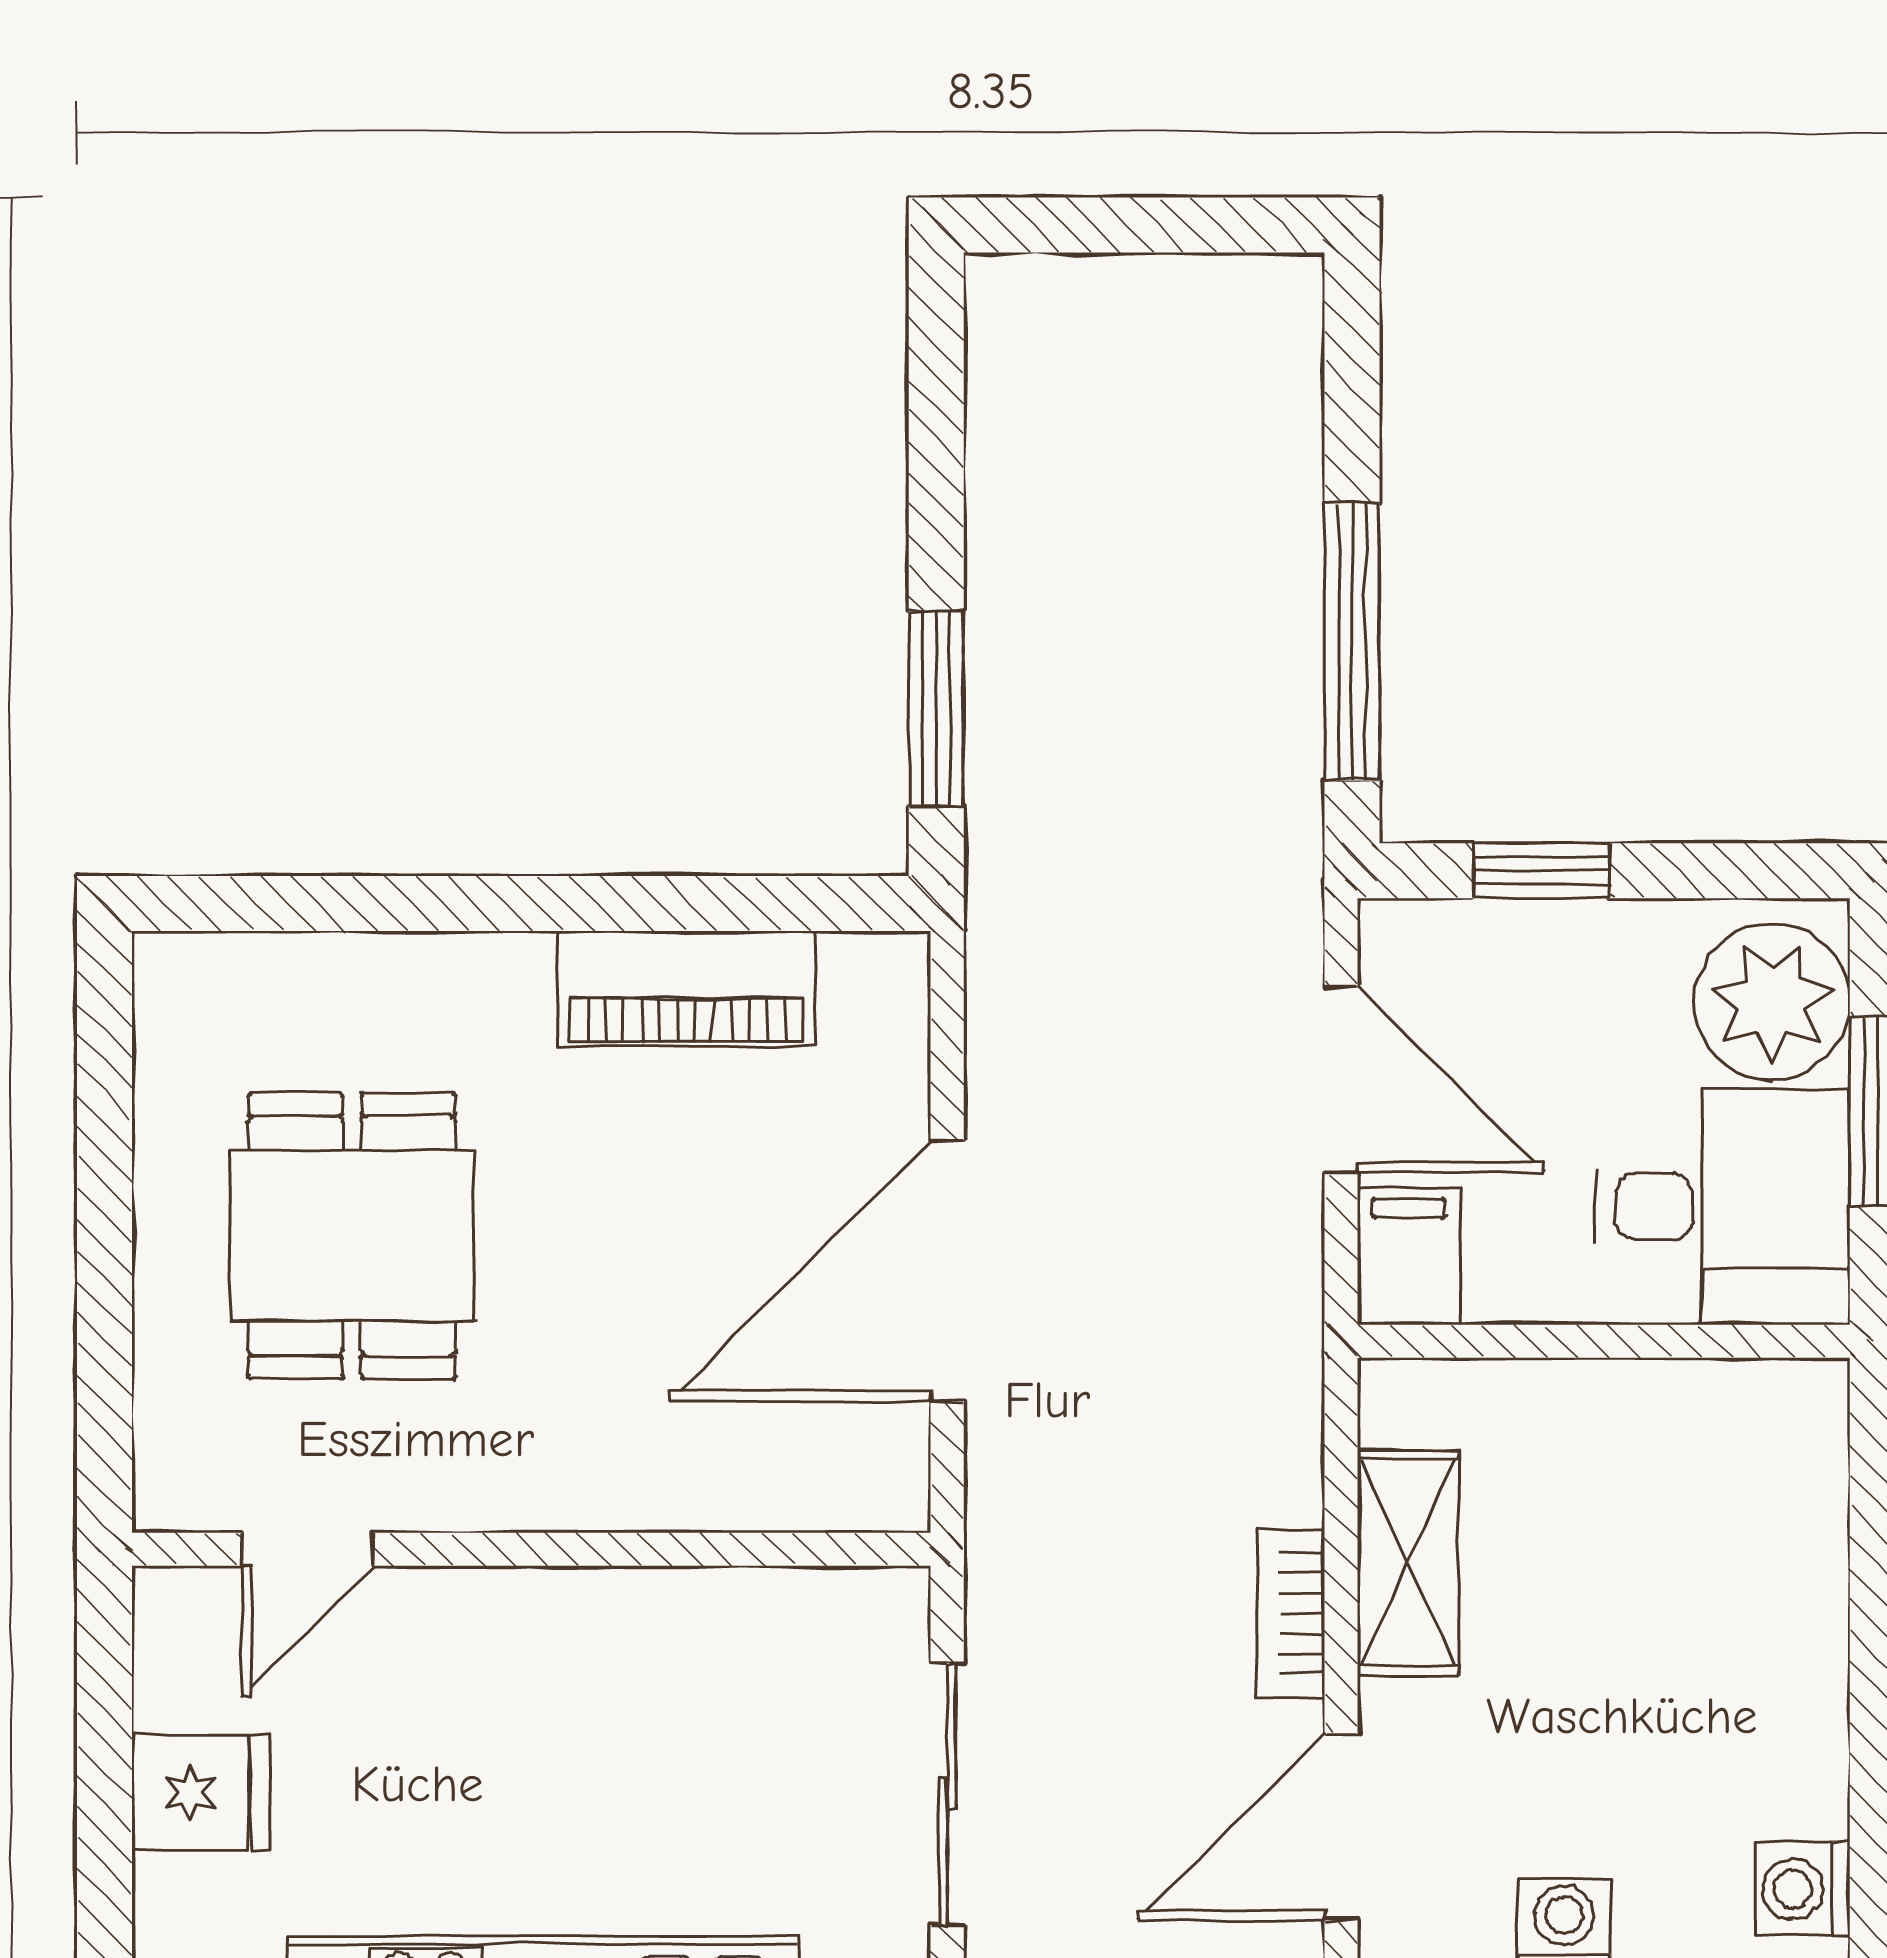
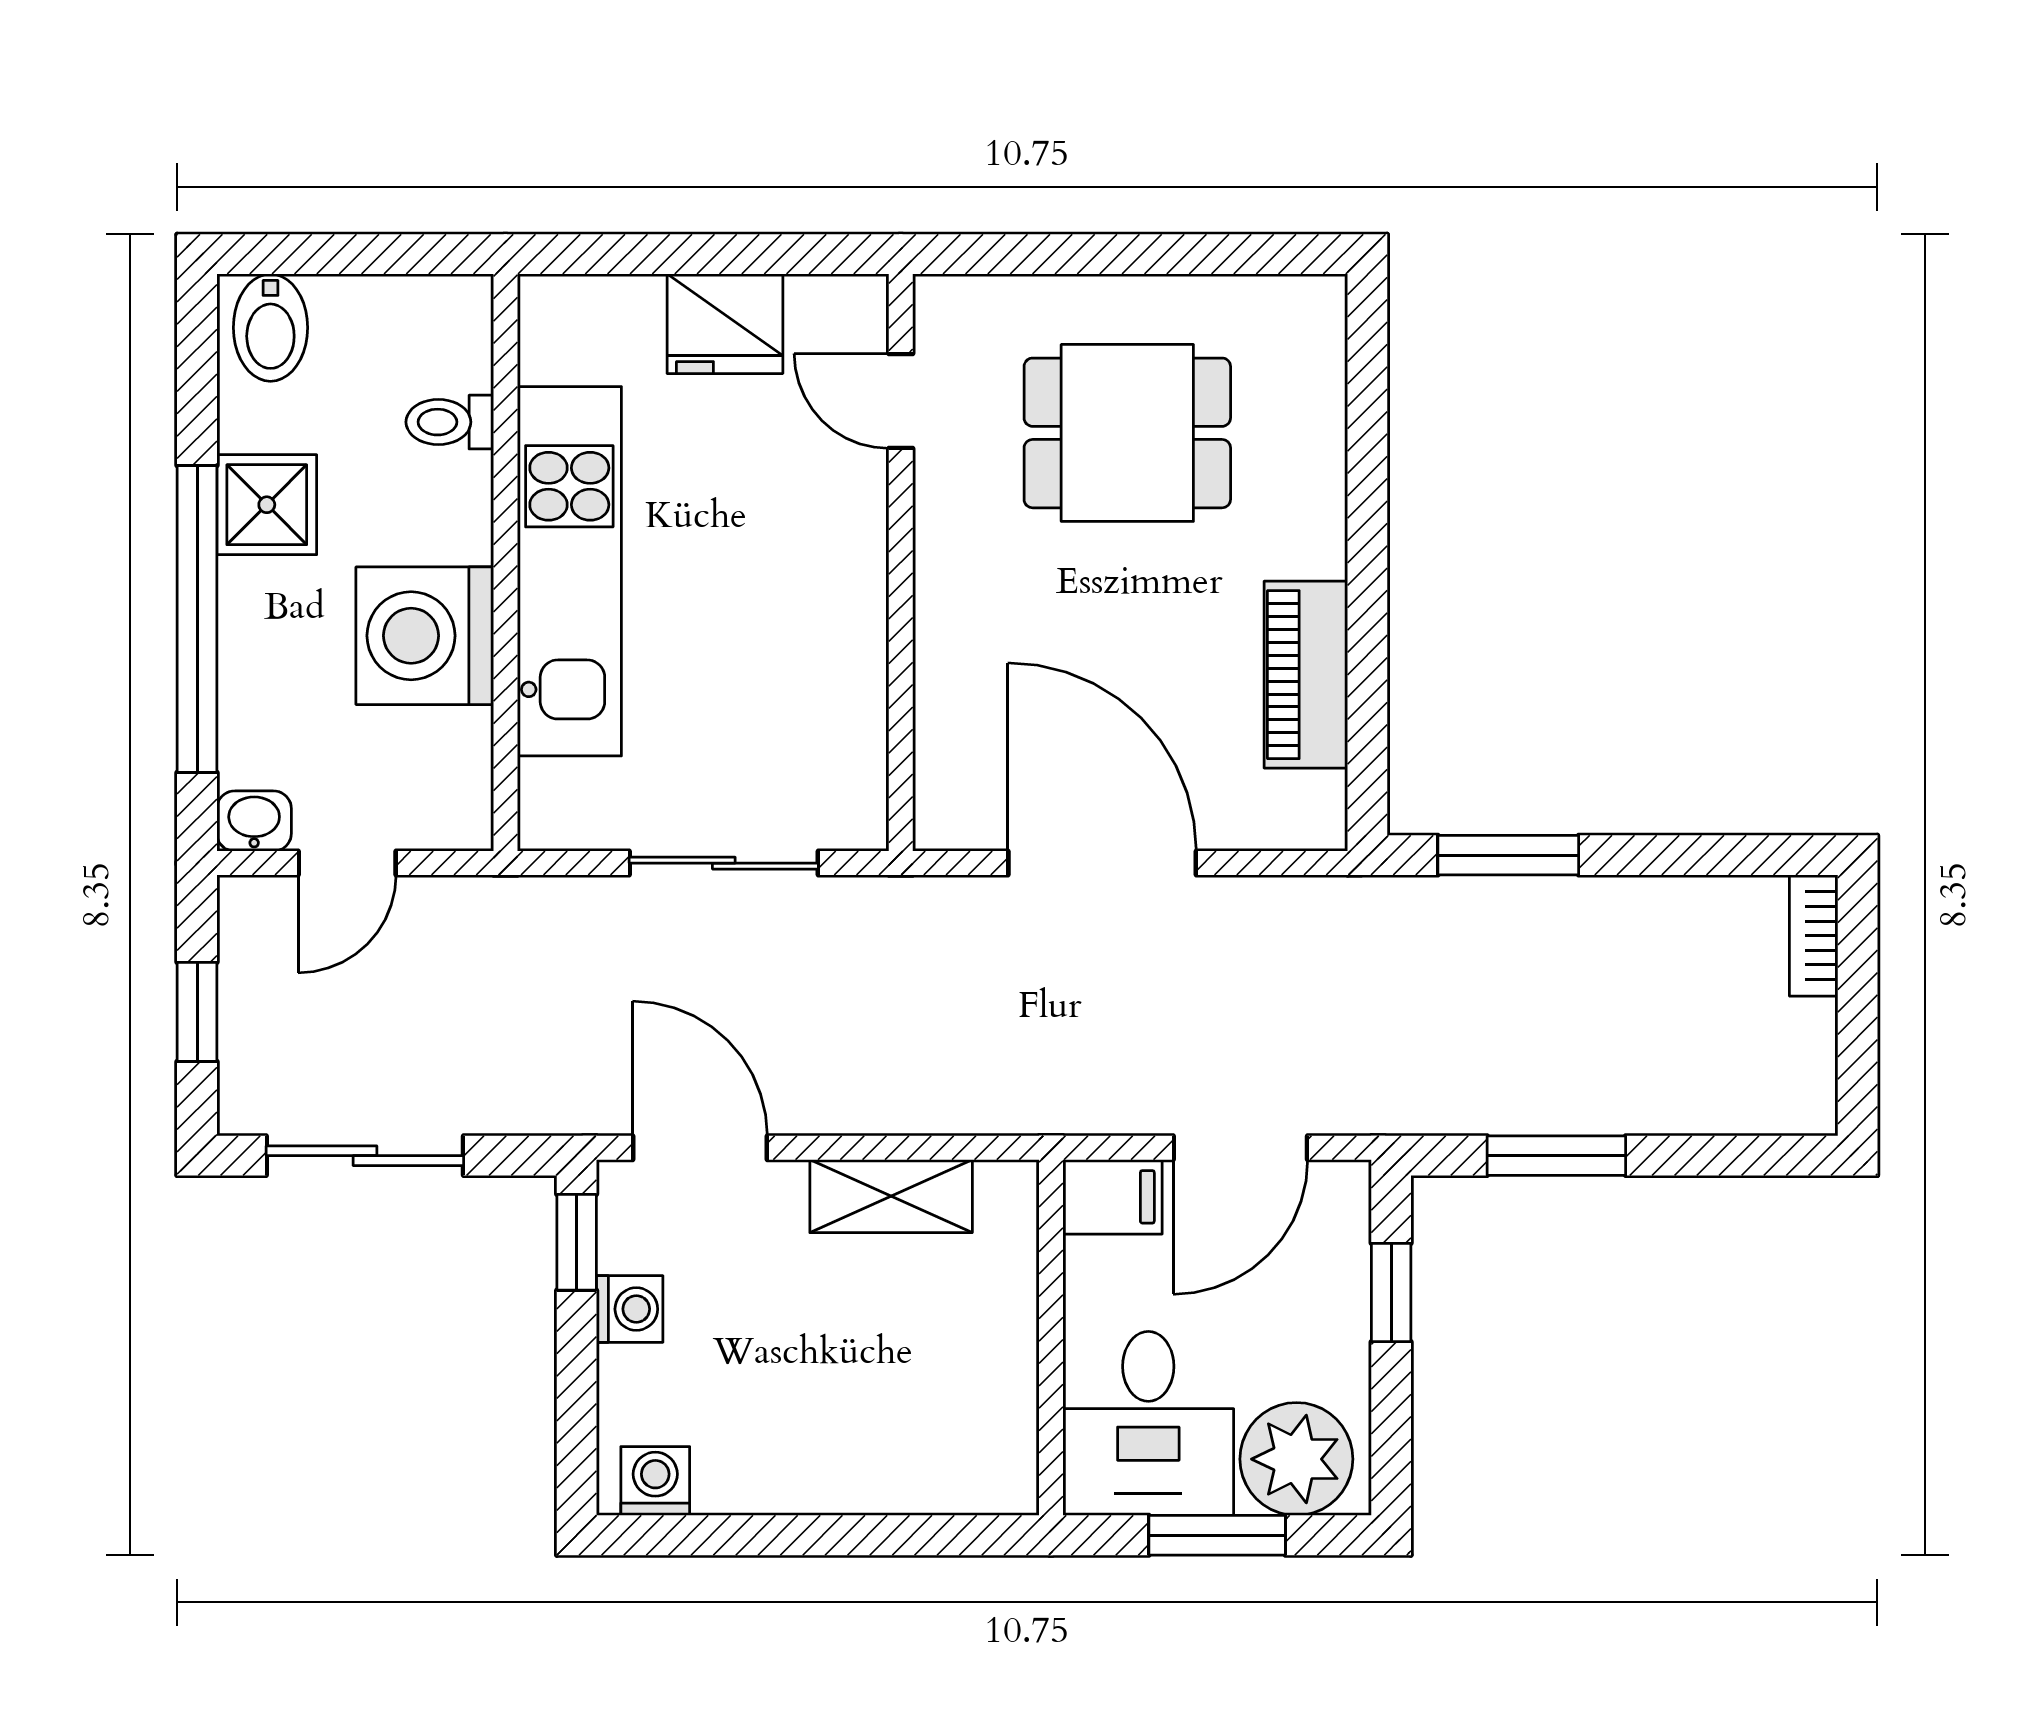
window: (1352, 642) -> (1556, 1156), width x0.69
bookcase: (1291, 1614) -> (1814, 936), moved, turned -90
fridge: (201, 1793) -> (725, 324), width x1.38

